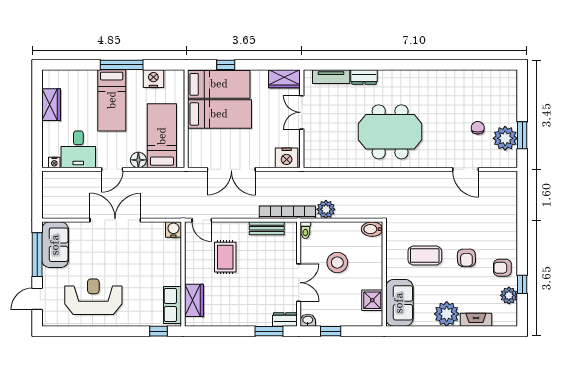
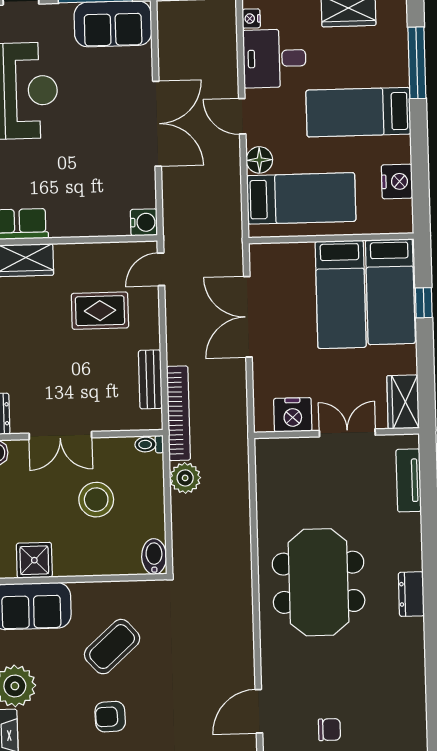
window: (122, 65) -> (417, 63), moved
dresser: (364, 77) -> (411, 594), moved
nightstand: (287, 158) -> (293, 415), moved, turned -90
coffee table: (425, 255) -> (112, 647), turned 48

